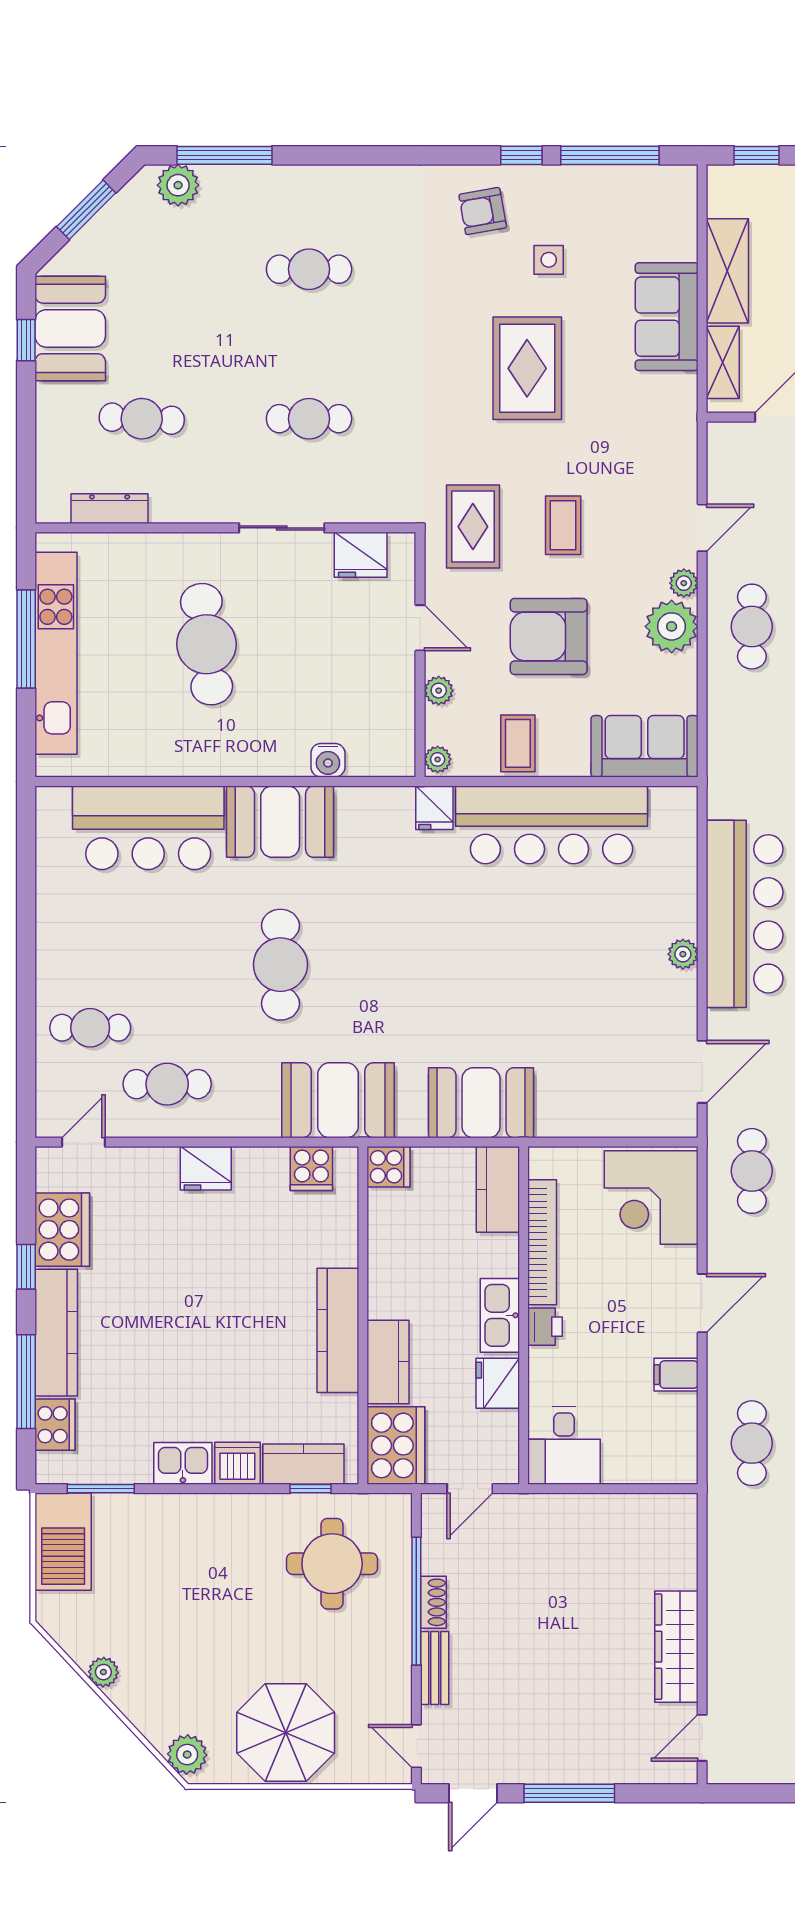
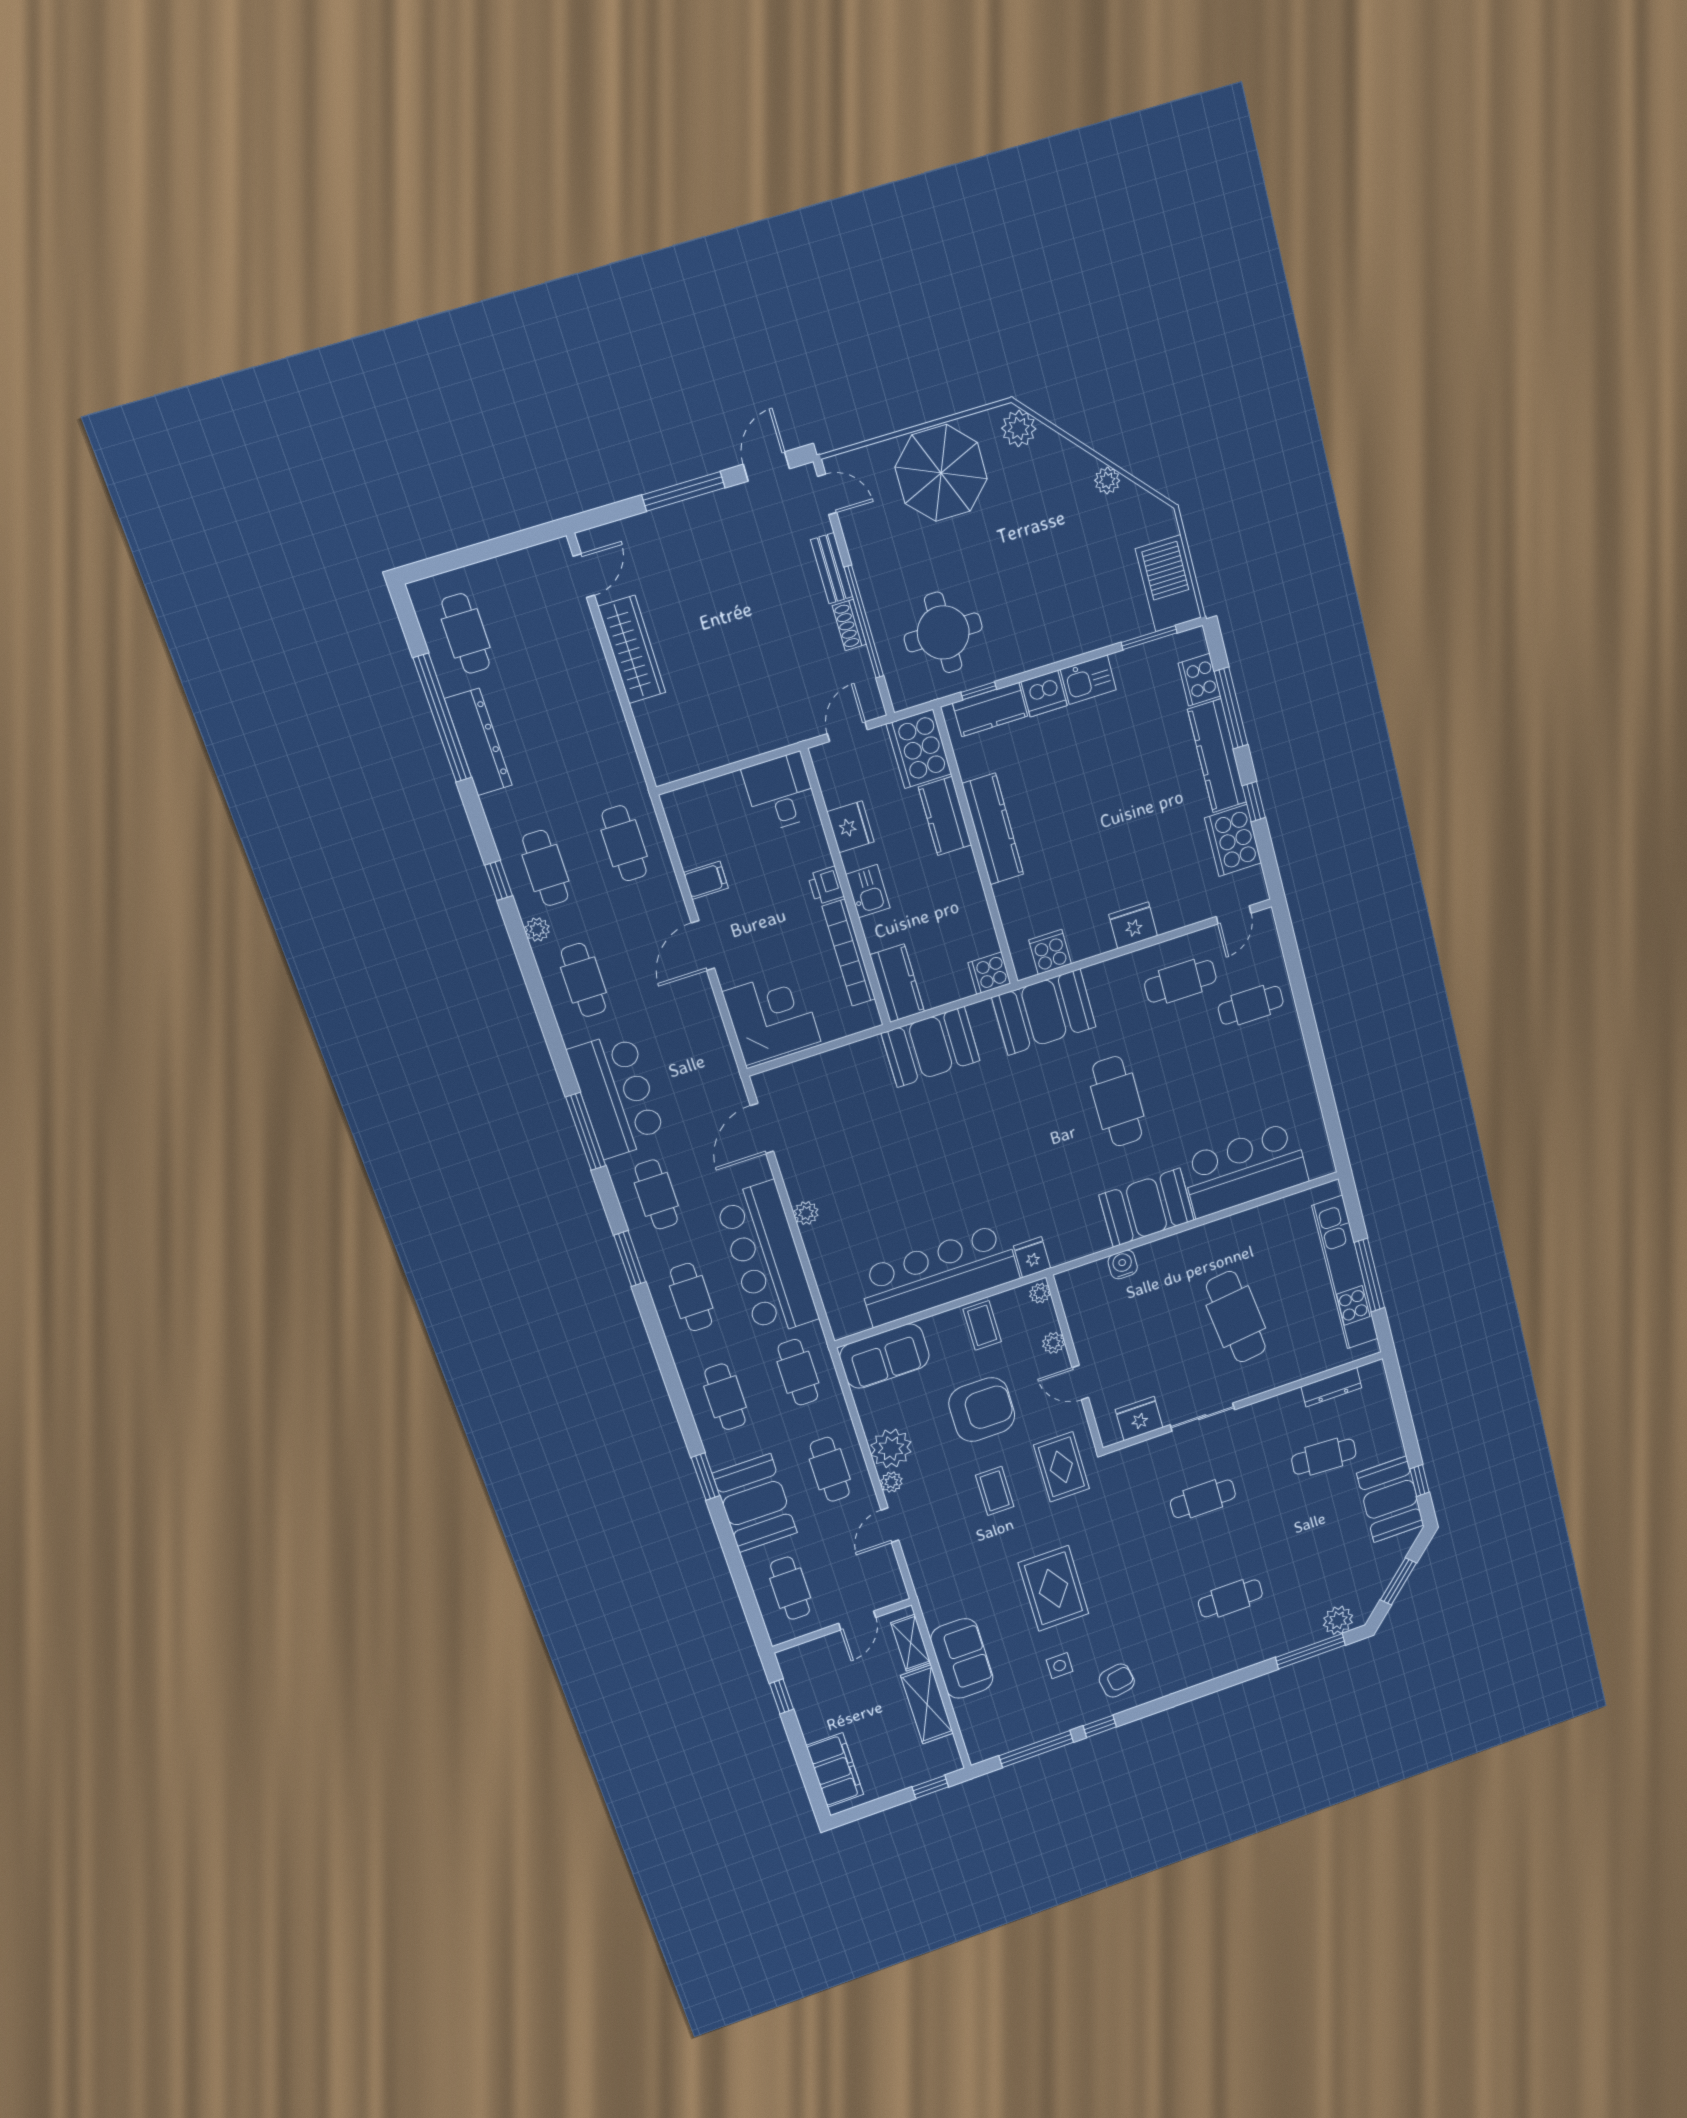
cafe table: (752, 1171) -> (798, 1372), moved
kitchen sink: (500, 1315) -> (868, 891), width x0.73

